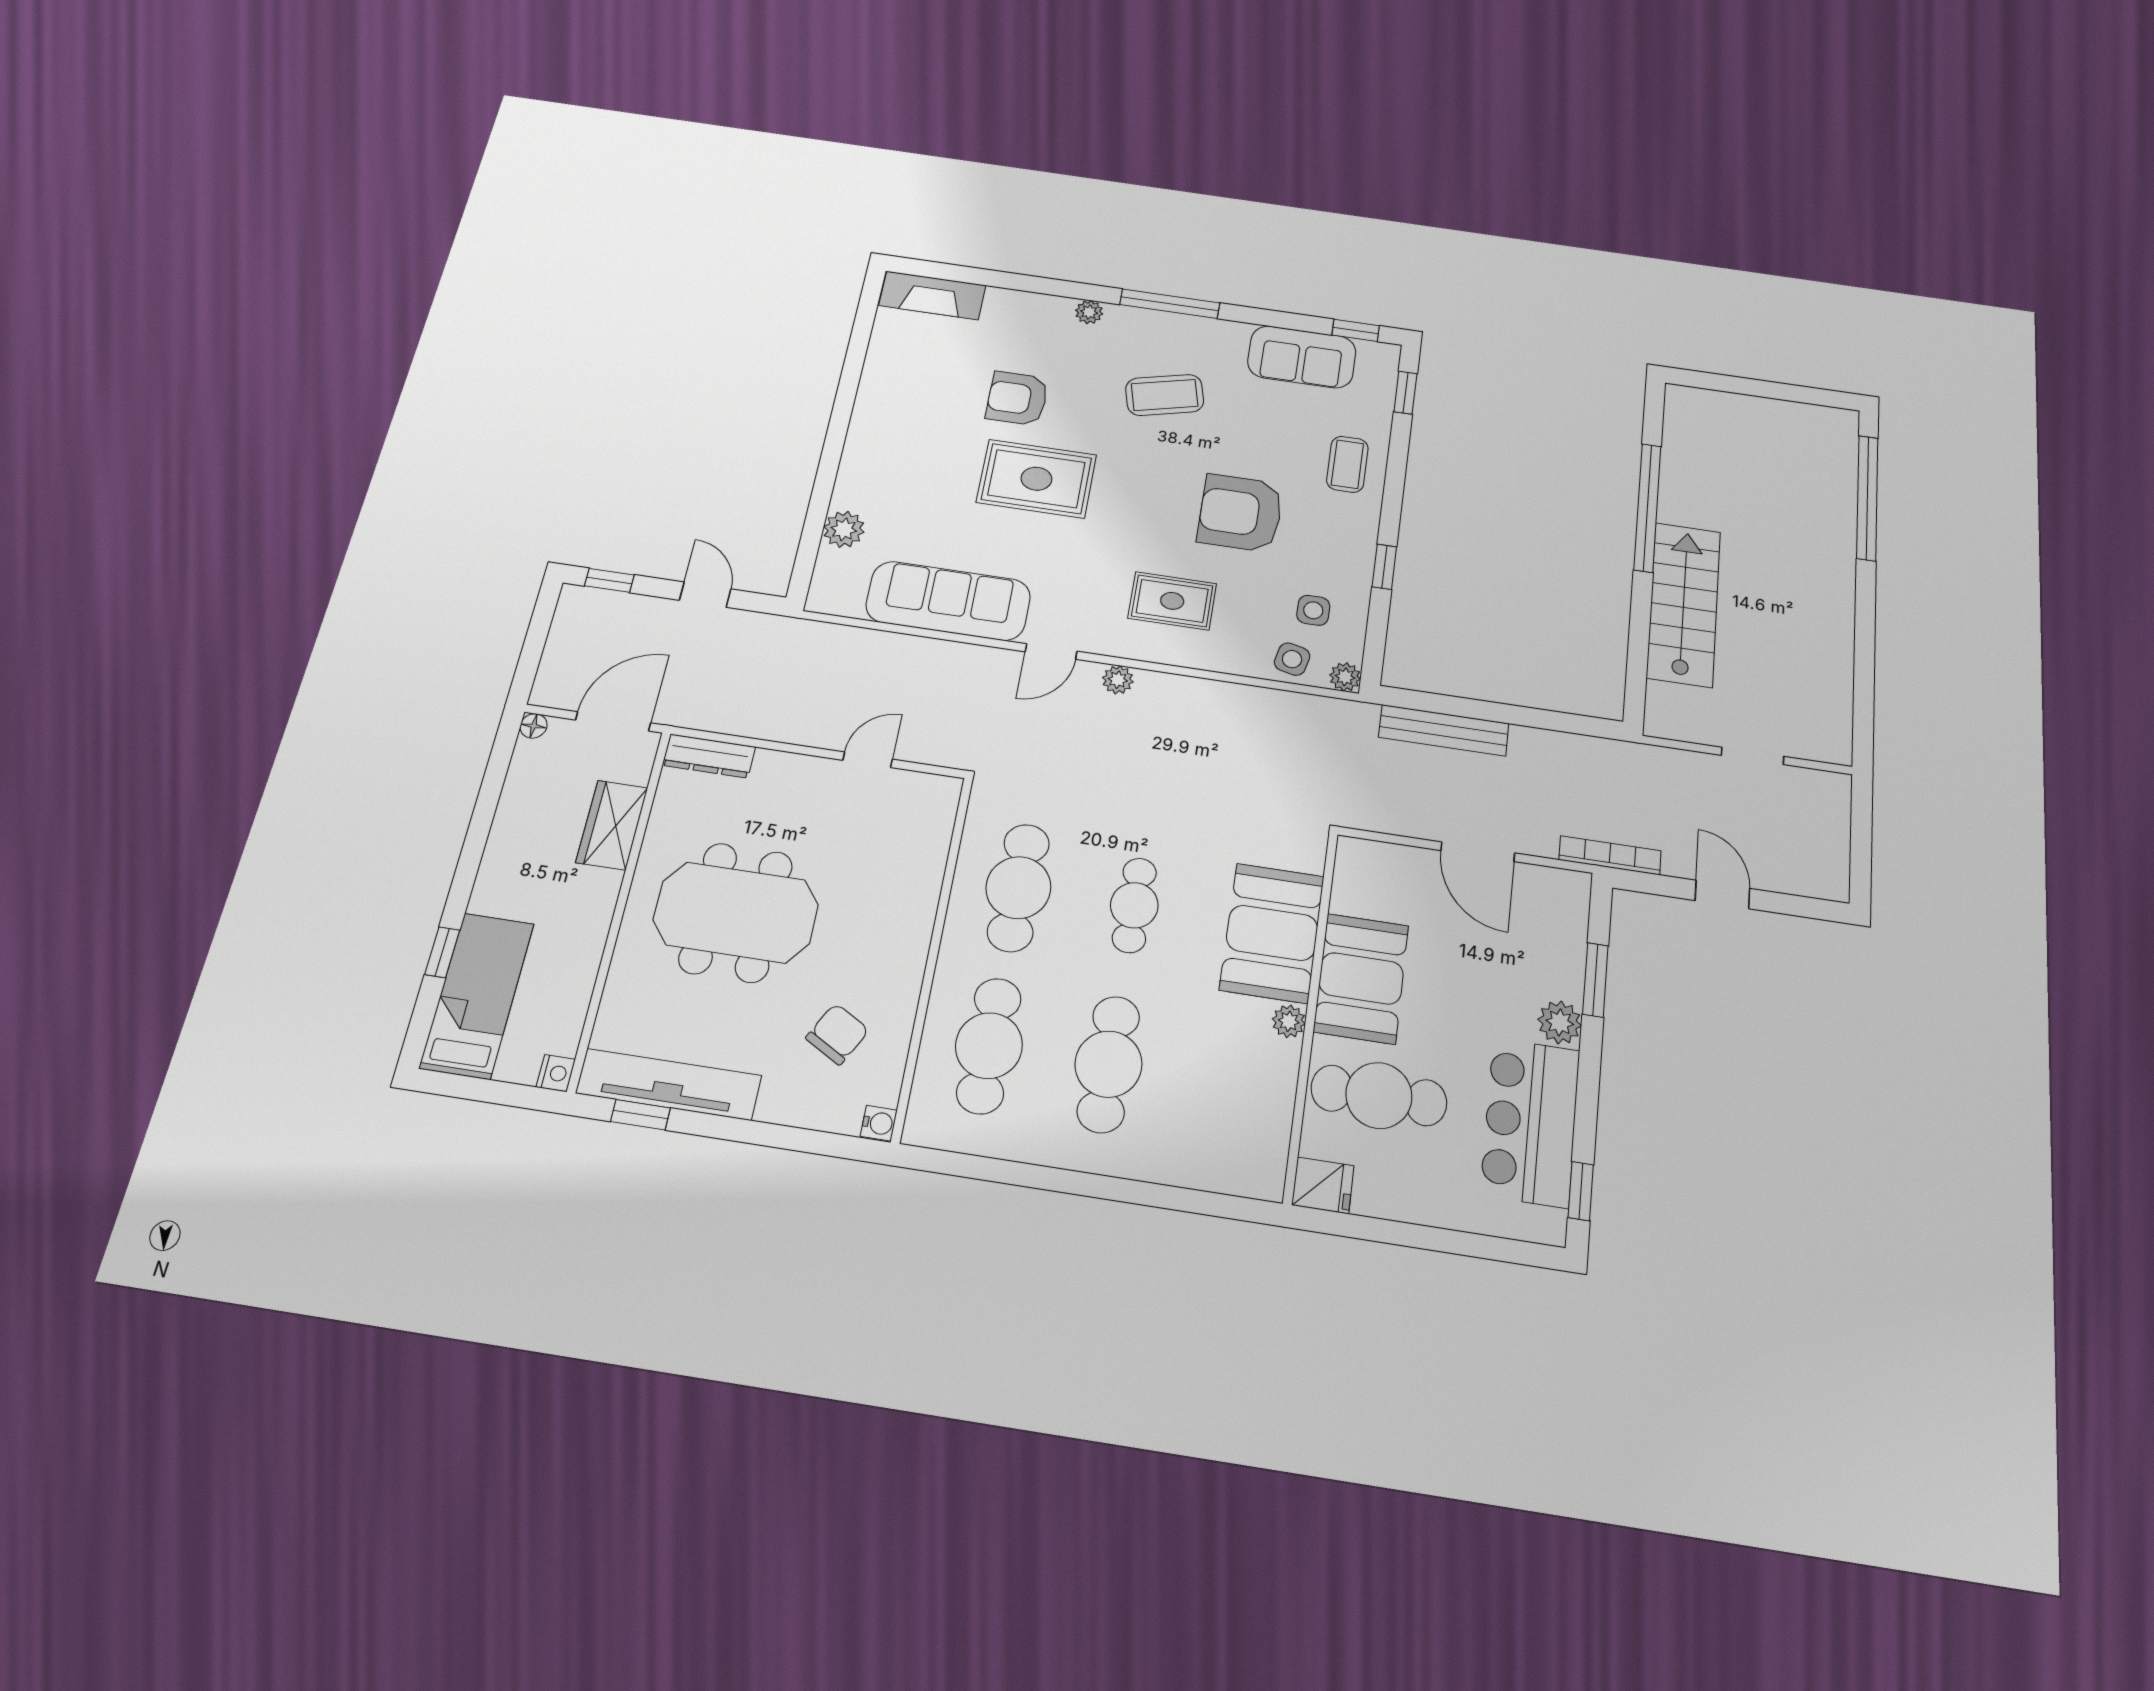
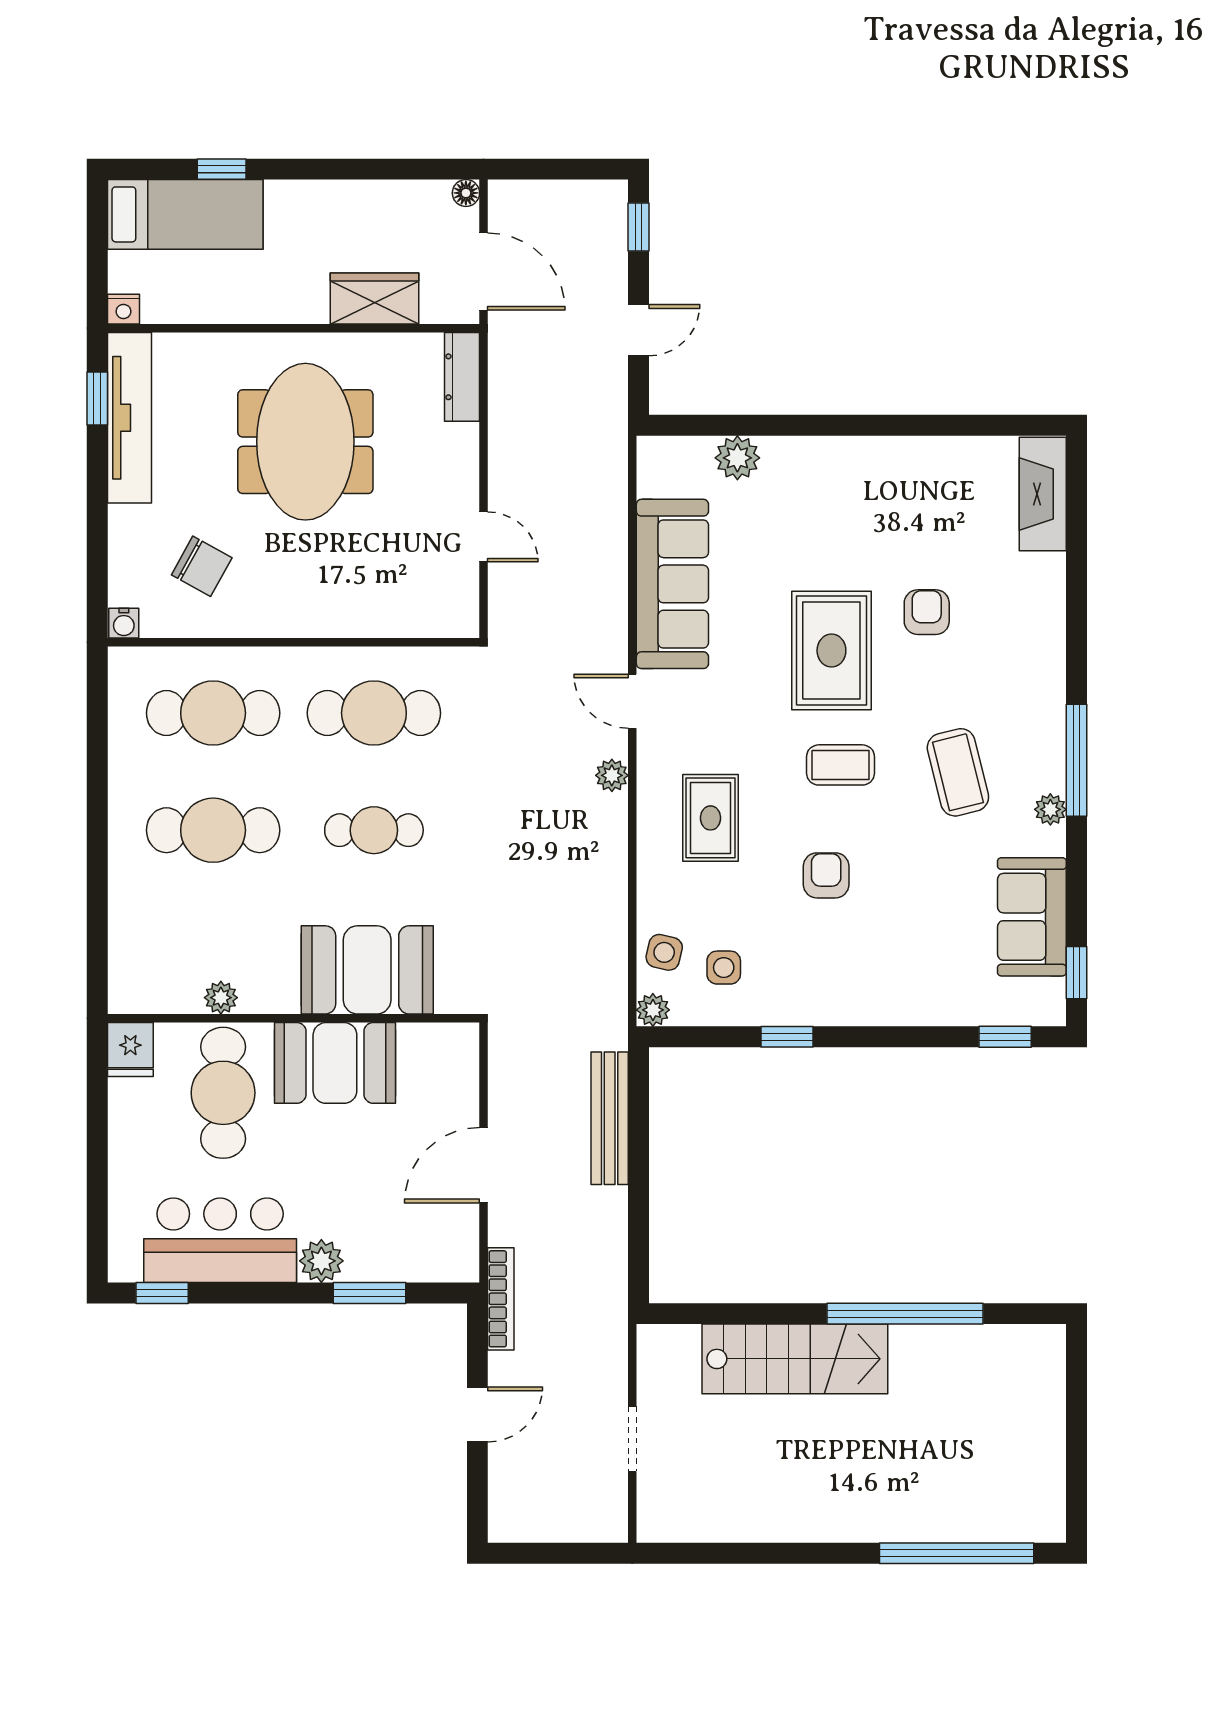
plant: (1089, 312) -> (1050, 809), moved
armchair: (1017, 398) -> (927, 612), width x0.72, depth x0.72
coffee table: (1347, 464) -> (841, 765), moved
armchair: (1240, 513) -> (826, 875), width x0.53, depth x0.53
plant: (1289, 1021) -> (221, 998), moved

